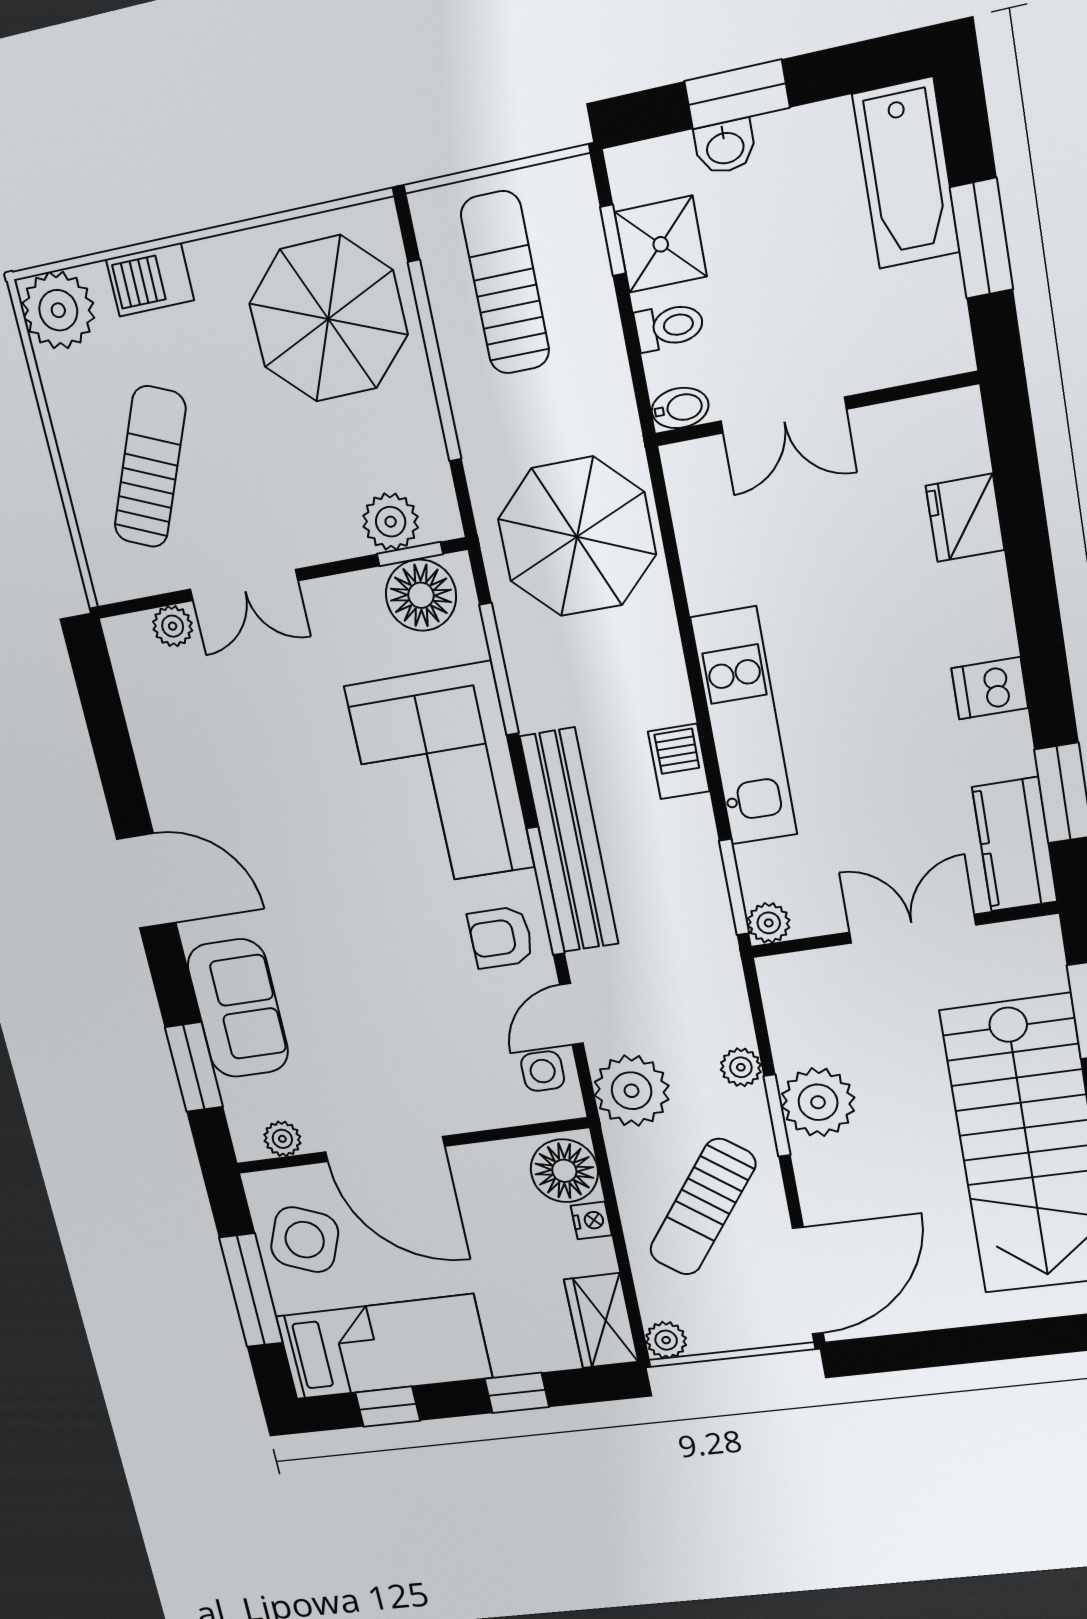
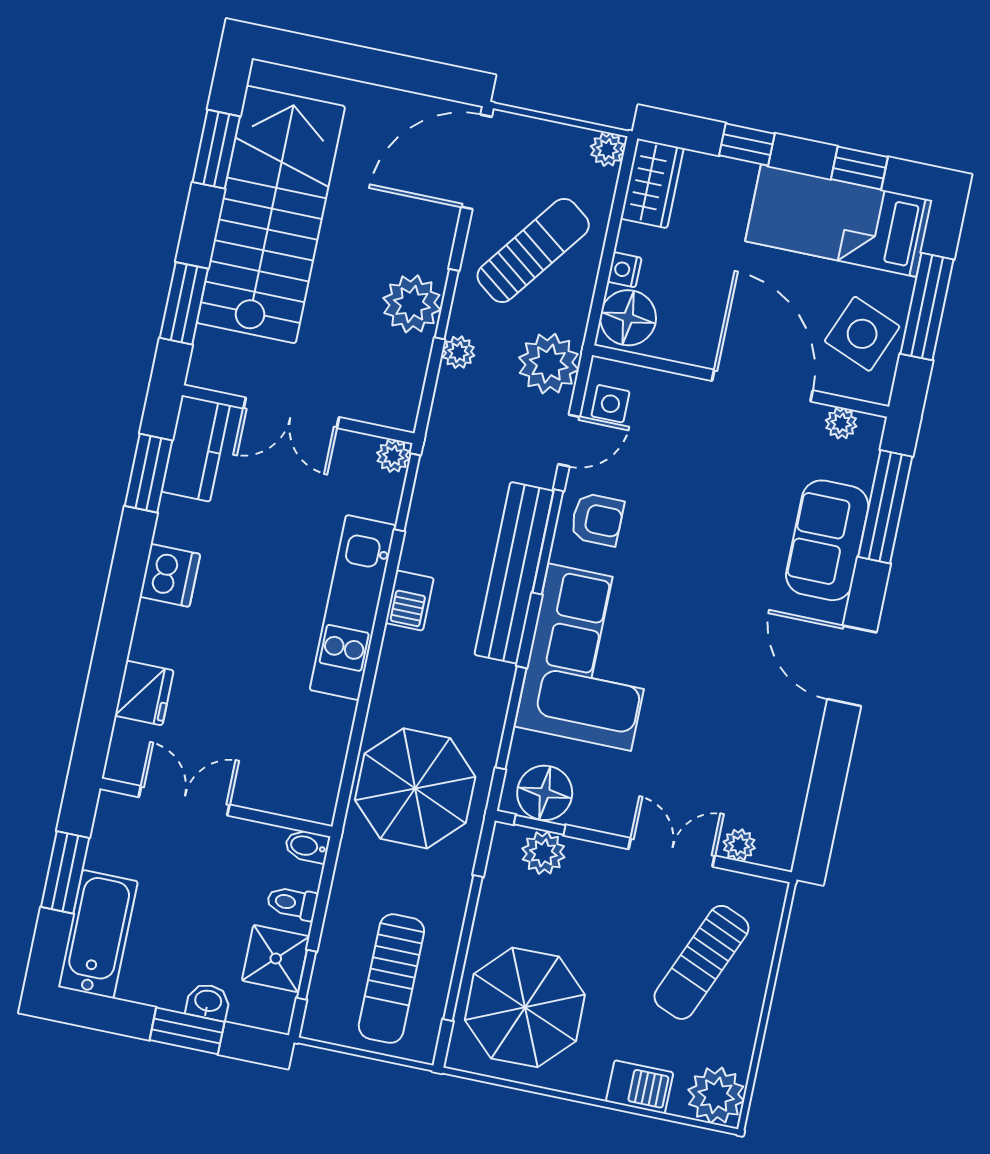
double door: (783, 415) -> (184, 801), moved
dishwasher: (990, 688) -> (170, 575), width x1.38
window: (194, 1067) -> (885, 507), width x1.44

